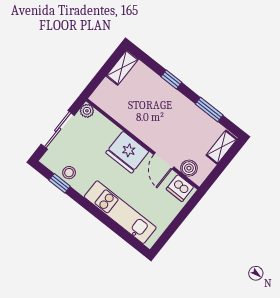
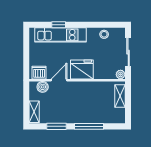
shelving: (122, 68) -> (120, 96), moved
window: (171, 80) -> (89, 126), width x2.17
door: (164, 161) -> (59, 80), hinge flipped
window: (60, 183) -> (59, 25), moved

